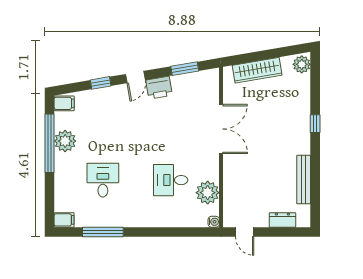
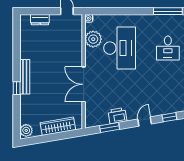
printer: (159, 88) -> (117, 116), moved
desk: (171, 180) -> (120, 48), width x1.87, depth x1.30
bench: (304, 180) -> (25, 77), moved

